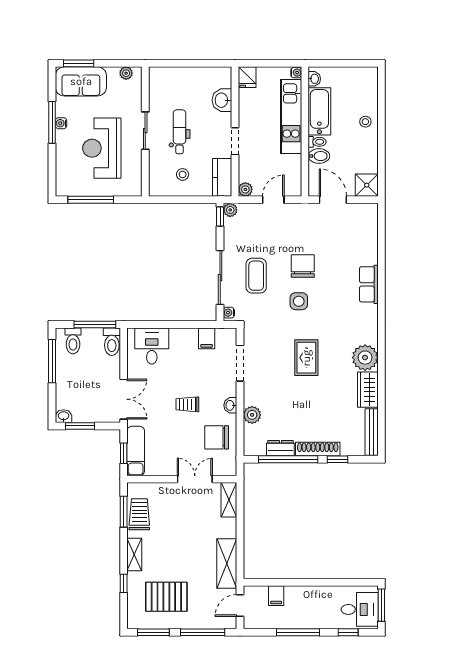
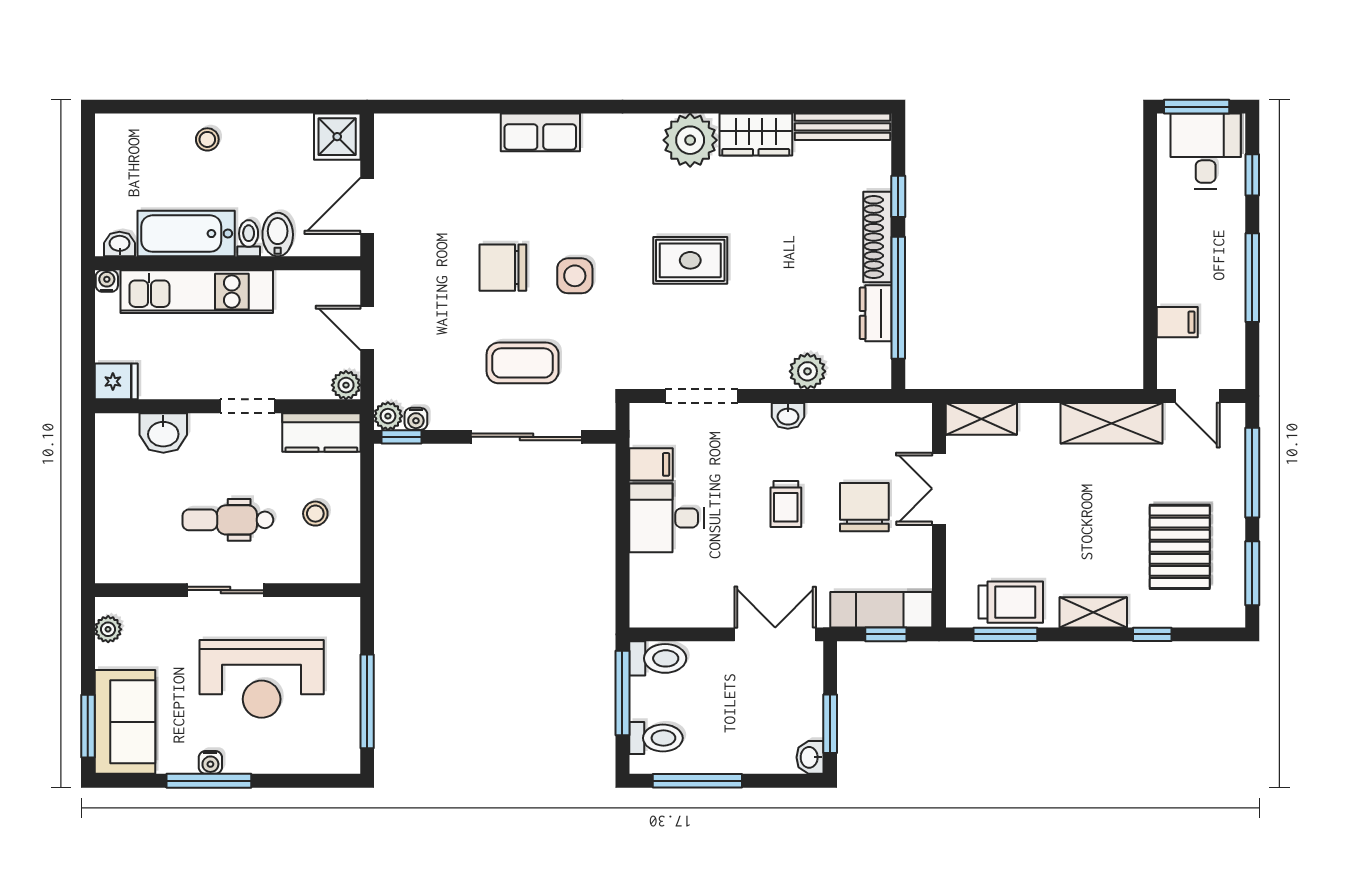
water cooler: (229, 313) -> (416, 419), moved
desk: (152, 346) -> (667, 518), moved
chair: (217, 437) -> (864, 507), moved, turned 180
trolley: (139, 514) -> (1011, 602), turned 180

